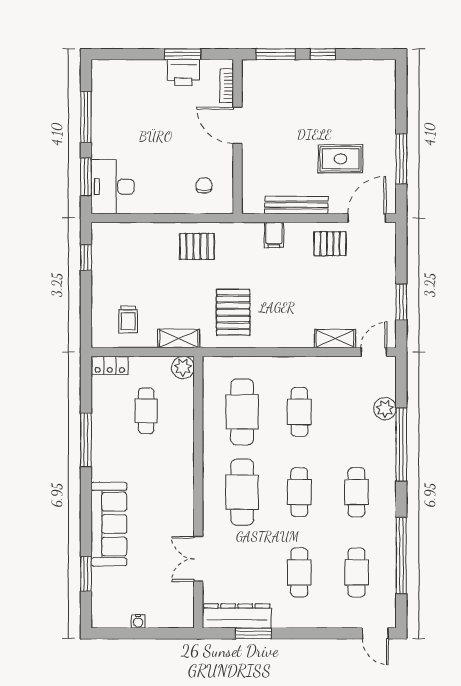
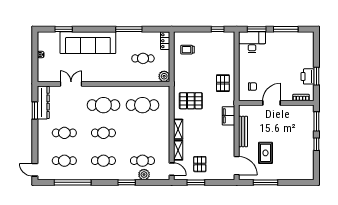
door: (237, 125) -> (271, 103), moved
filing cabinet: (274, 235) -> (228, 116), width x2.00
pallet: (330, 244) -> (200, 164), moved
shelving: (179, 339) -> (178, 129), moved
cafe table: (299, 412) -> (142, 161), moved
window: (401, 444) -> (127, 182), width x0.47
sofa: (109, 524) -> (88, 43), width x1.36, depth x1.27
door: (375, 633) -> (35, 170), hinge flipped

